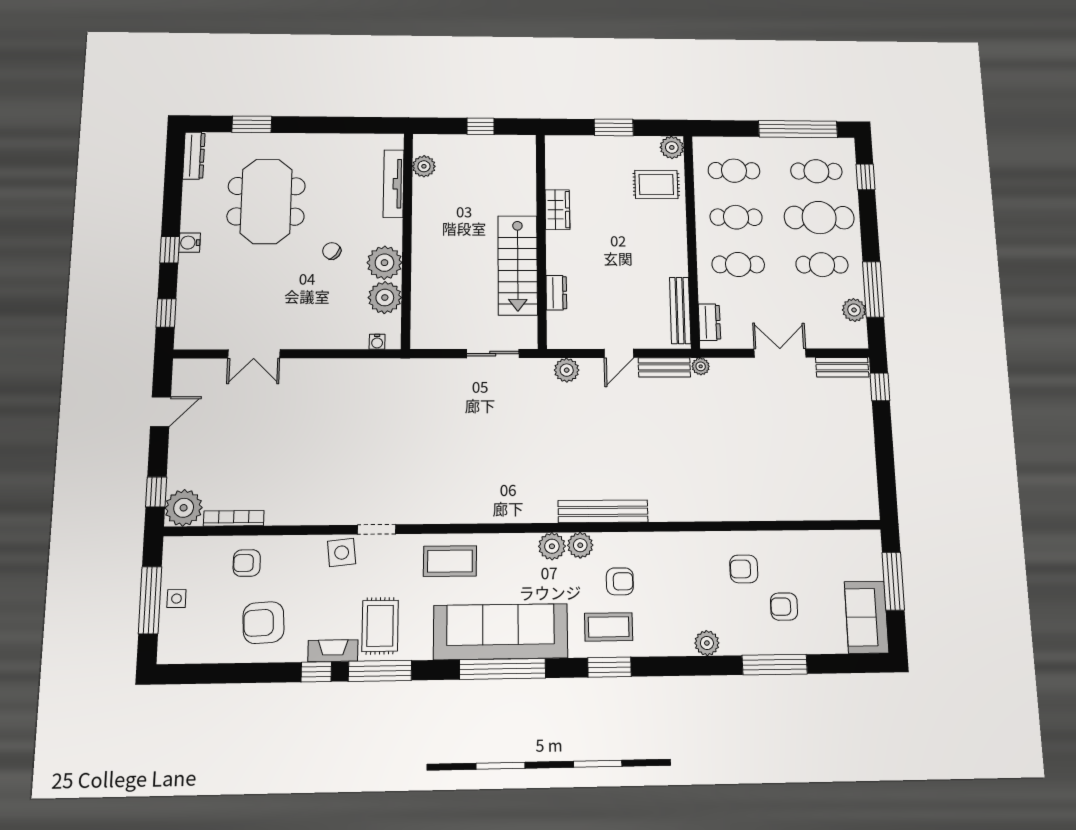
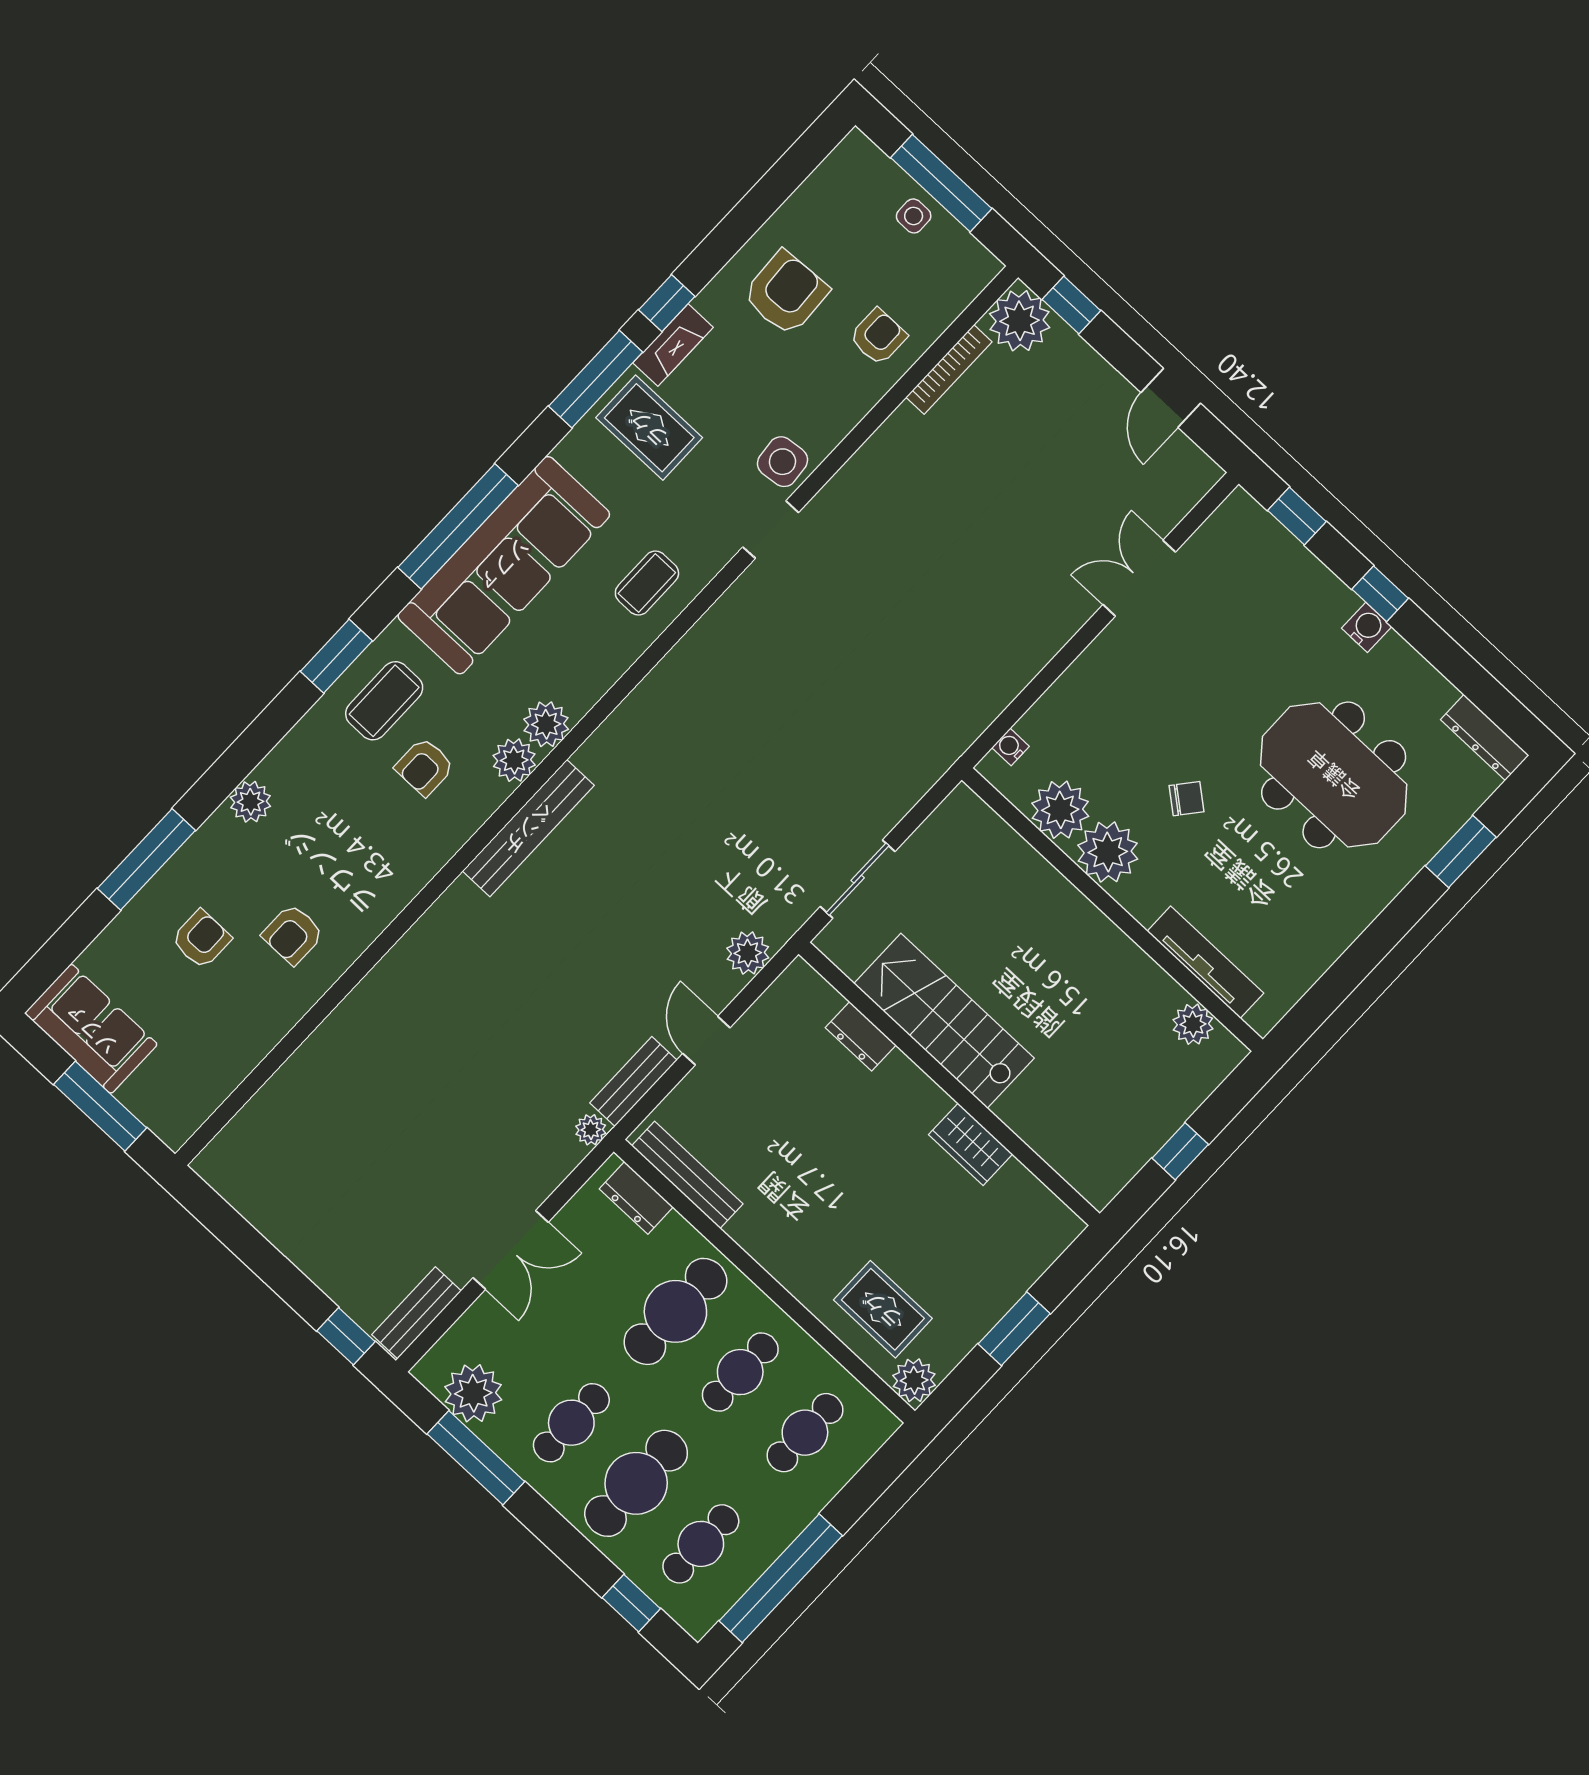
rug: (656, 184) -> (883, 1309), turned 90
cafe table: (738, 264) -> (675, 1311), width x1.37, depth x1.35
plant: (854, 310) -> (473, 1393), width x1.36, depth x1.36
coffee table: (450, 561) -> (647, 583), width x0.73, depth x0.77
armchair: (744, 569) -> (293, 934), turned 180

